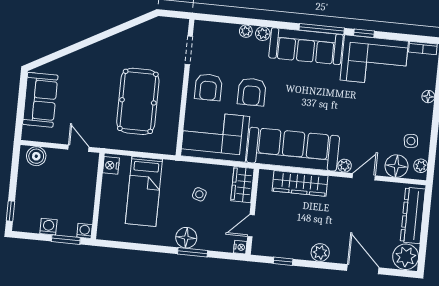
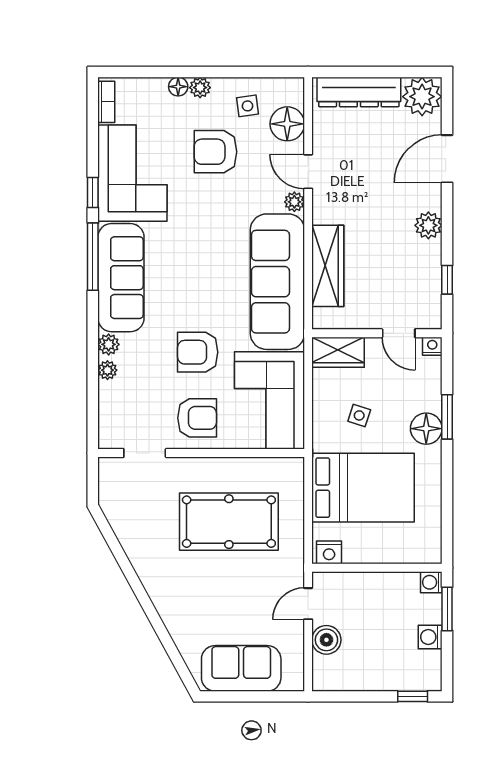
armchair: (252, 92) -> (198, 352), turned 180
armchair: (383, 117) -> (215, 152), added
boiler: (36, 156) -> (326, 640), moved
plant: (421, 166) -> (200, 88), moved
bed: (144, 191) -> (363, 488), width x1.50

